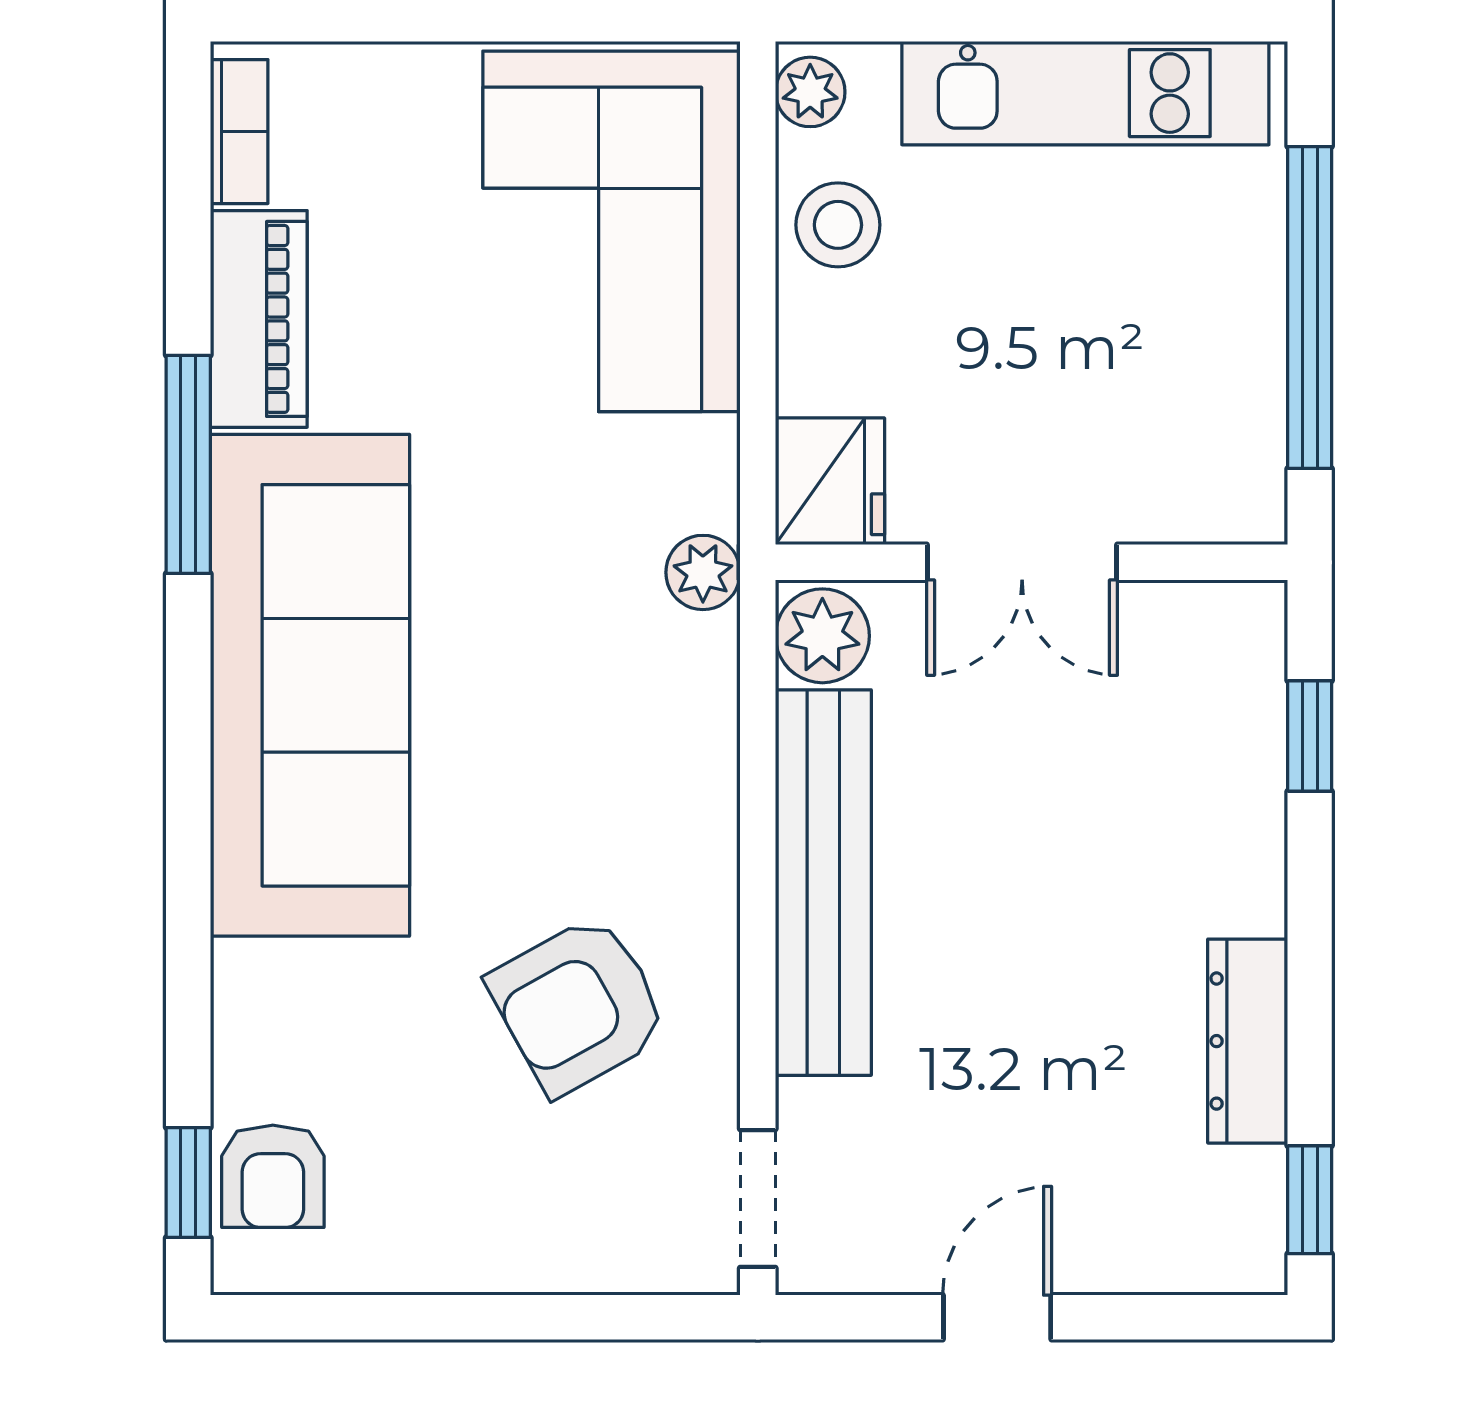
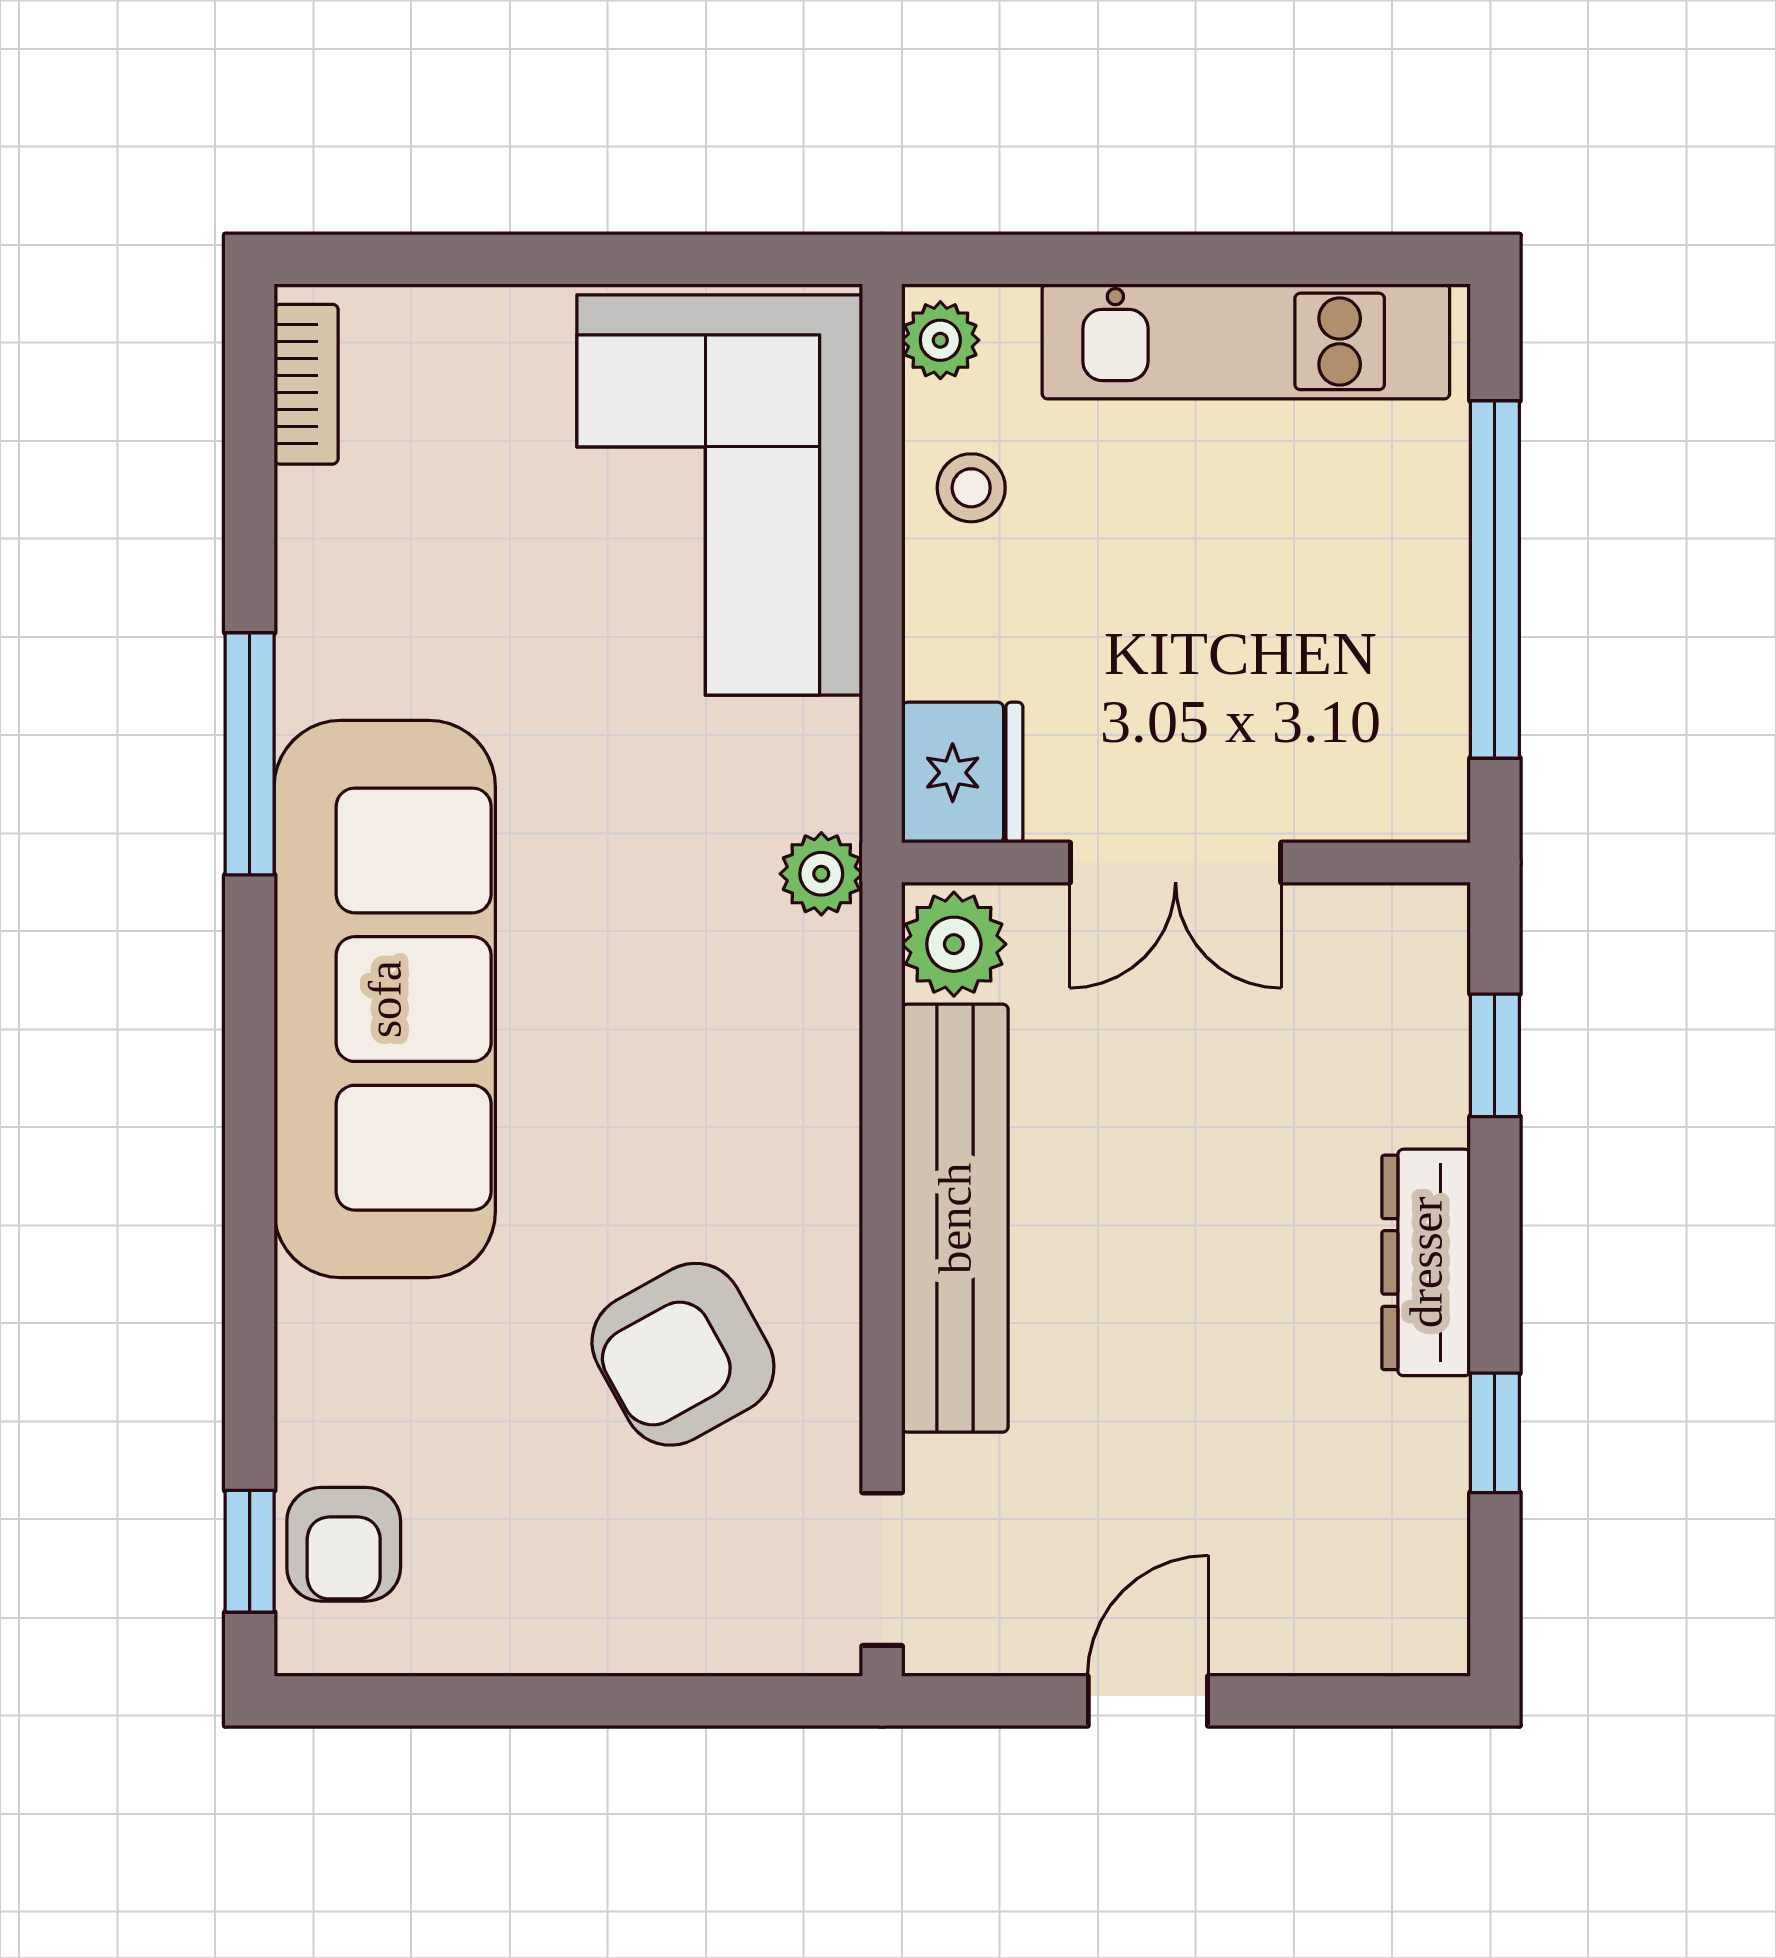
stool: (838, 225) -> (971, 488), width x0.73, depth x0.73
piano: (259, 319) -> (328, 592), removed
dresser: (1248, 1041) -> (1426, 1262), moved
window: (1310, 1200) -> (1495, 1433), moved

